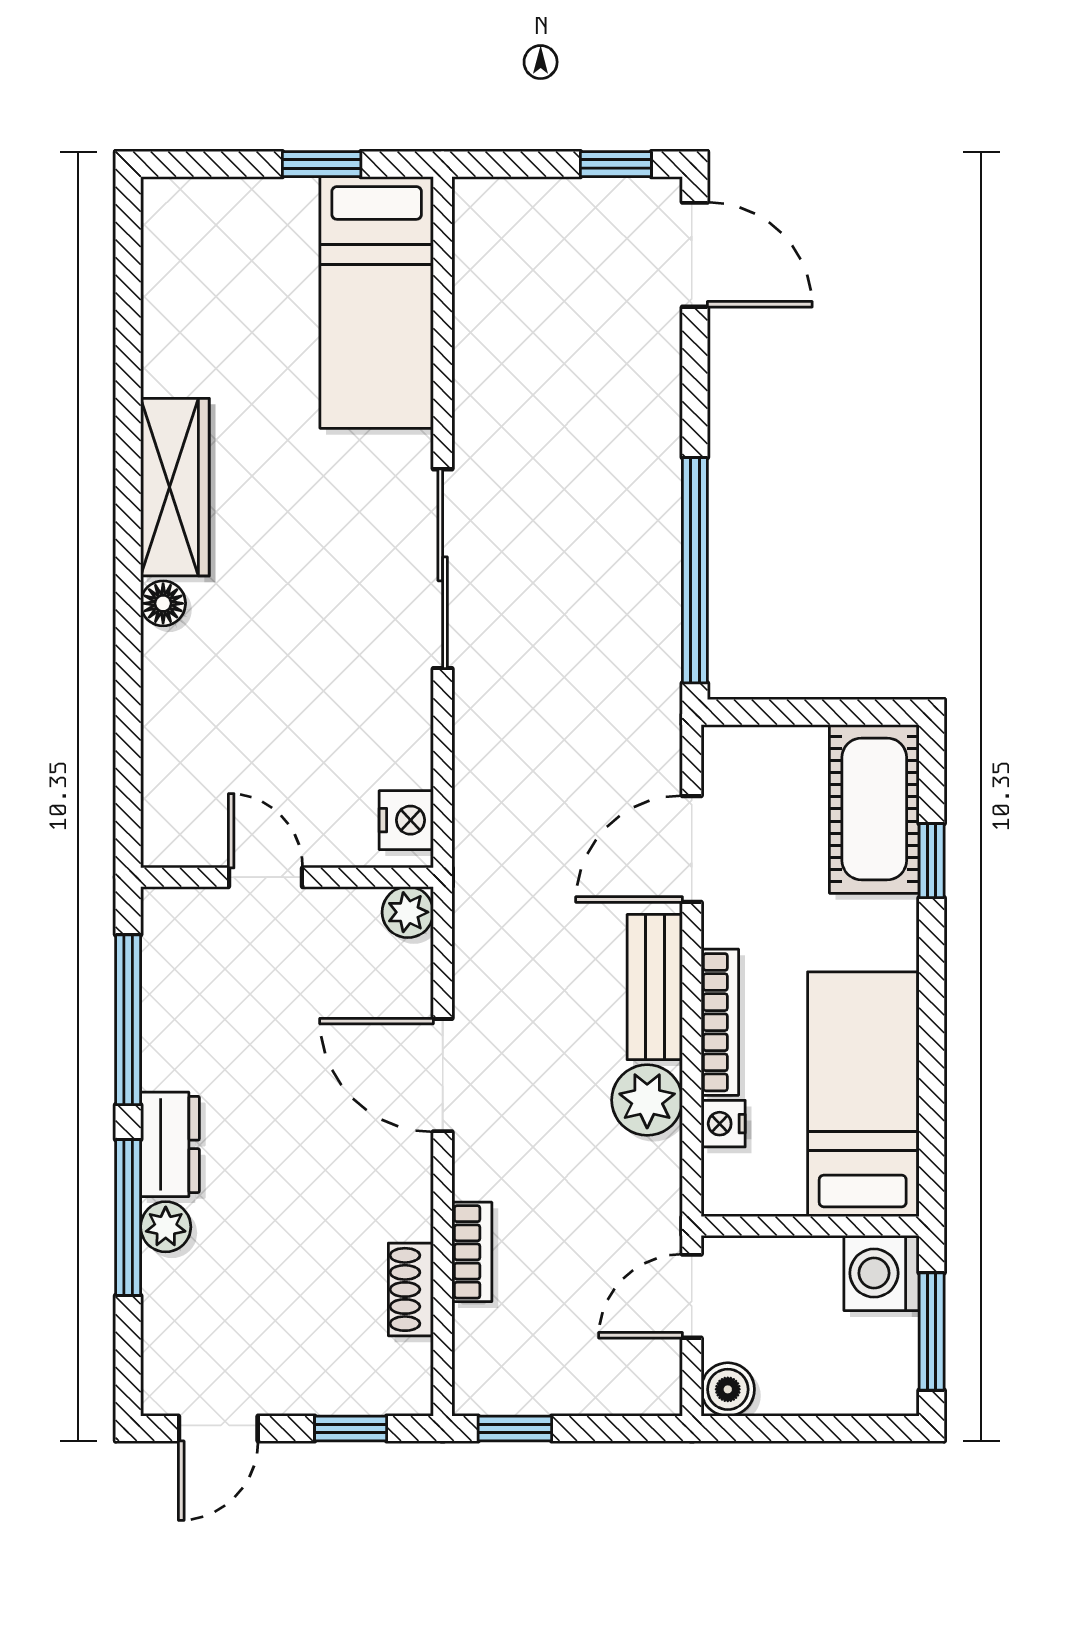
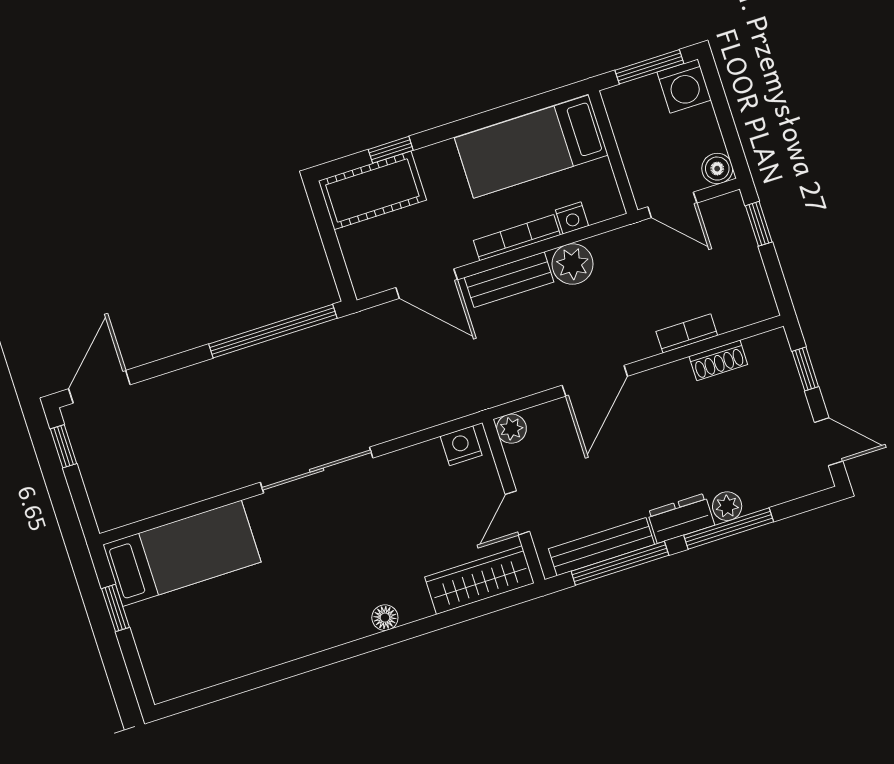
wardrobe: (175, 487) -> (479, 580), moved
bench: (165, 998) -> (602, 547), added
washing machine: (882, 1273) -> (684, 86), moved
window: (515, 1428) -> (759, 224), moved

